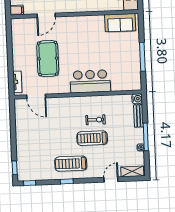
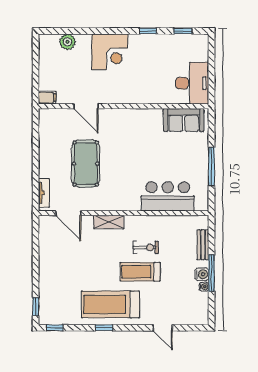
door: (46, 15) -> (86, 106), hinge flipped
bar counter: (90, 81) -> (168, 196), moved
water cooler: (137, 99) -> (202, 274), moved
treadmill: (71, 164) -> (110, 304), width x1.37, depth x1.38
shelving: (132, 171) -> (109, 222), moved
door: (111, 180) -> (163, 328), swing flipped

